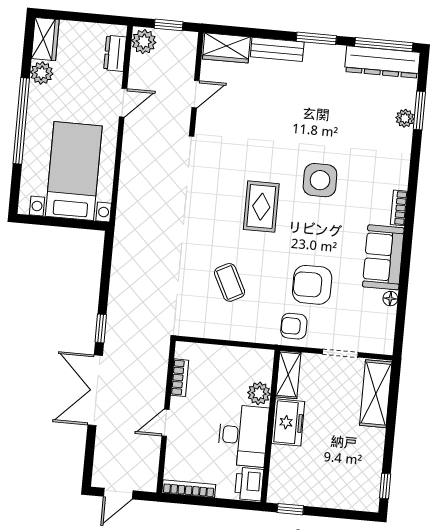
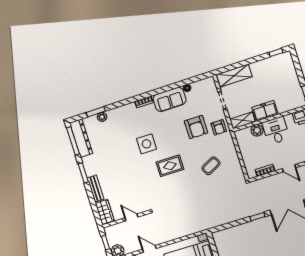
desk: (243, 436) -> (276, 131), width x0.73

